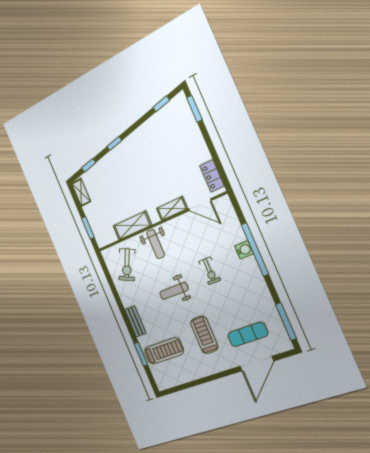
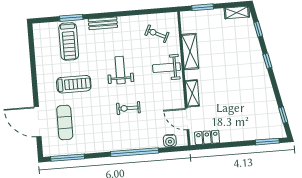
door: (200, 205) -> (187, 119), hinge flipped
water cooler: (244, 250) -> (170, 141), moved
exercise bike: (127, 265) -> (157, 34), width x0.73, depth x0.72

